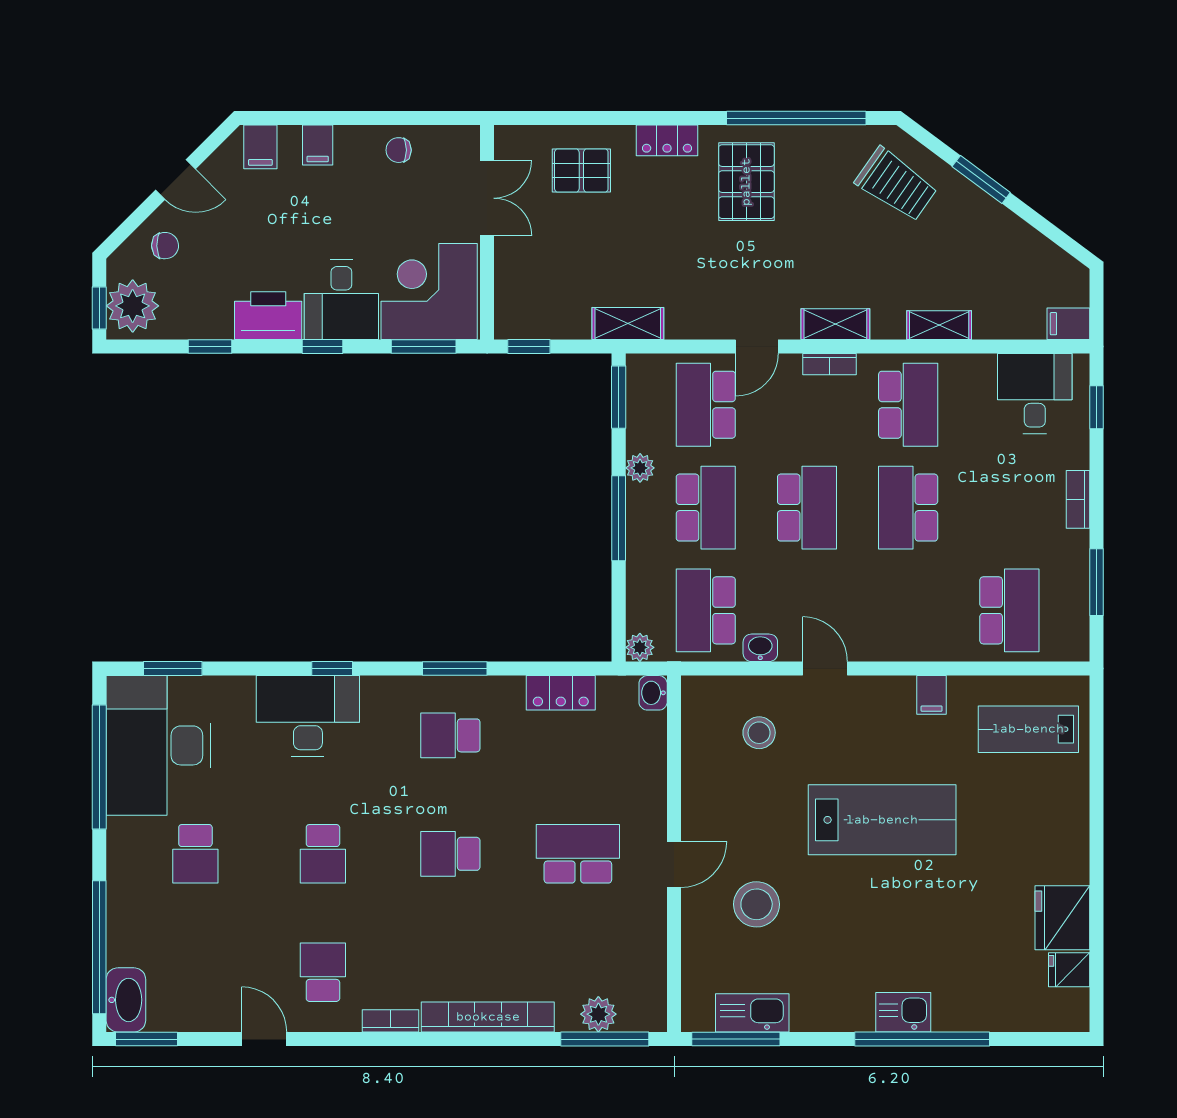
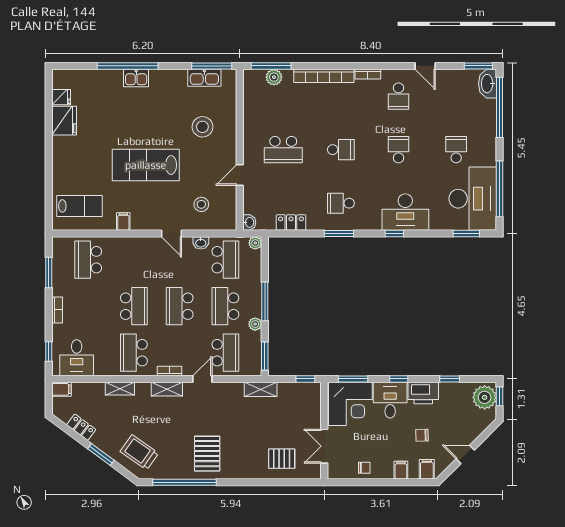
locker: (667, 140) -> (81, 427), moved, turned 37
chair: (165, 246) -> (422, 435), moved
school desk: (450, 735) -> (341, 203), turned 180
door: (674, 864) -> (240, 175), moved

